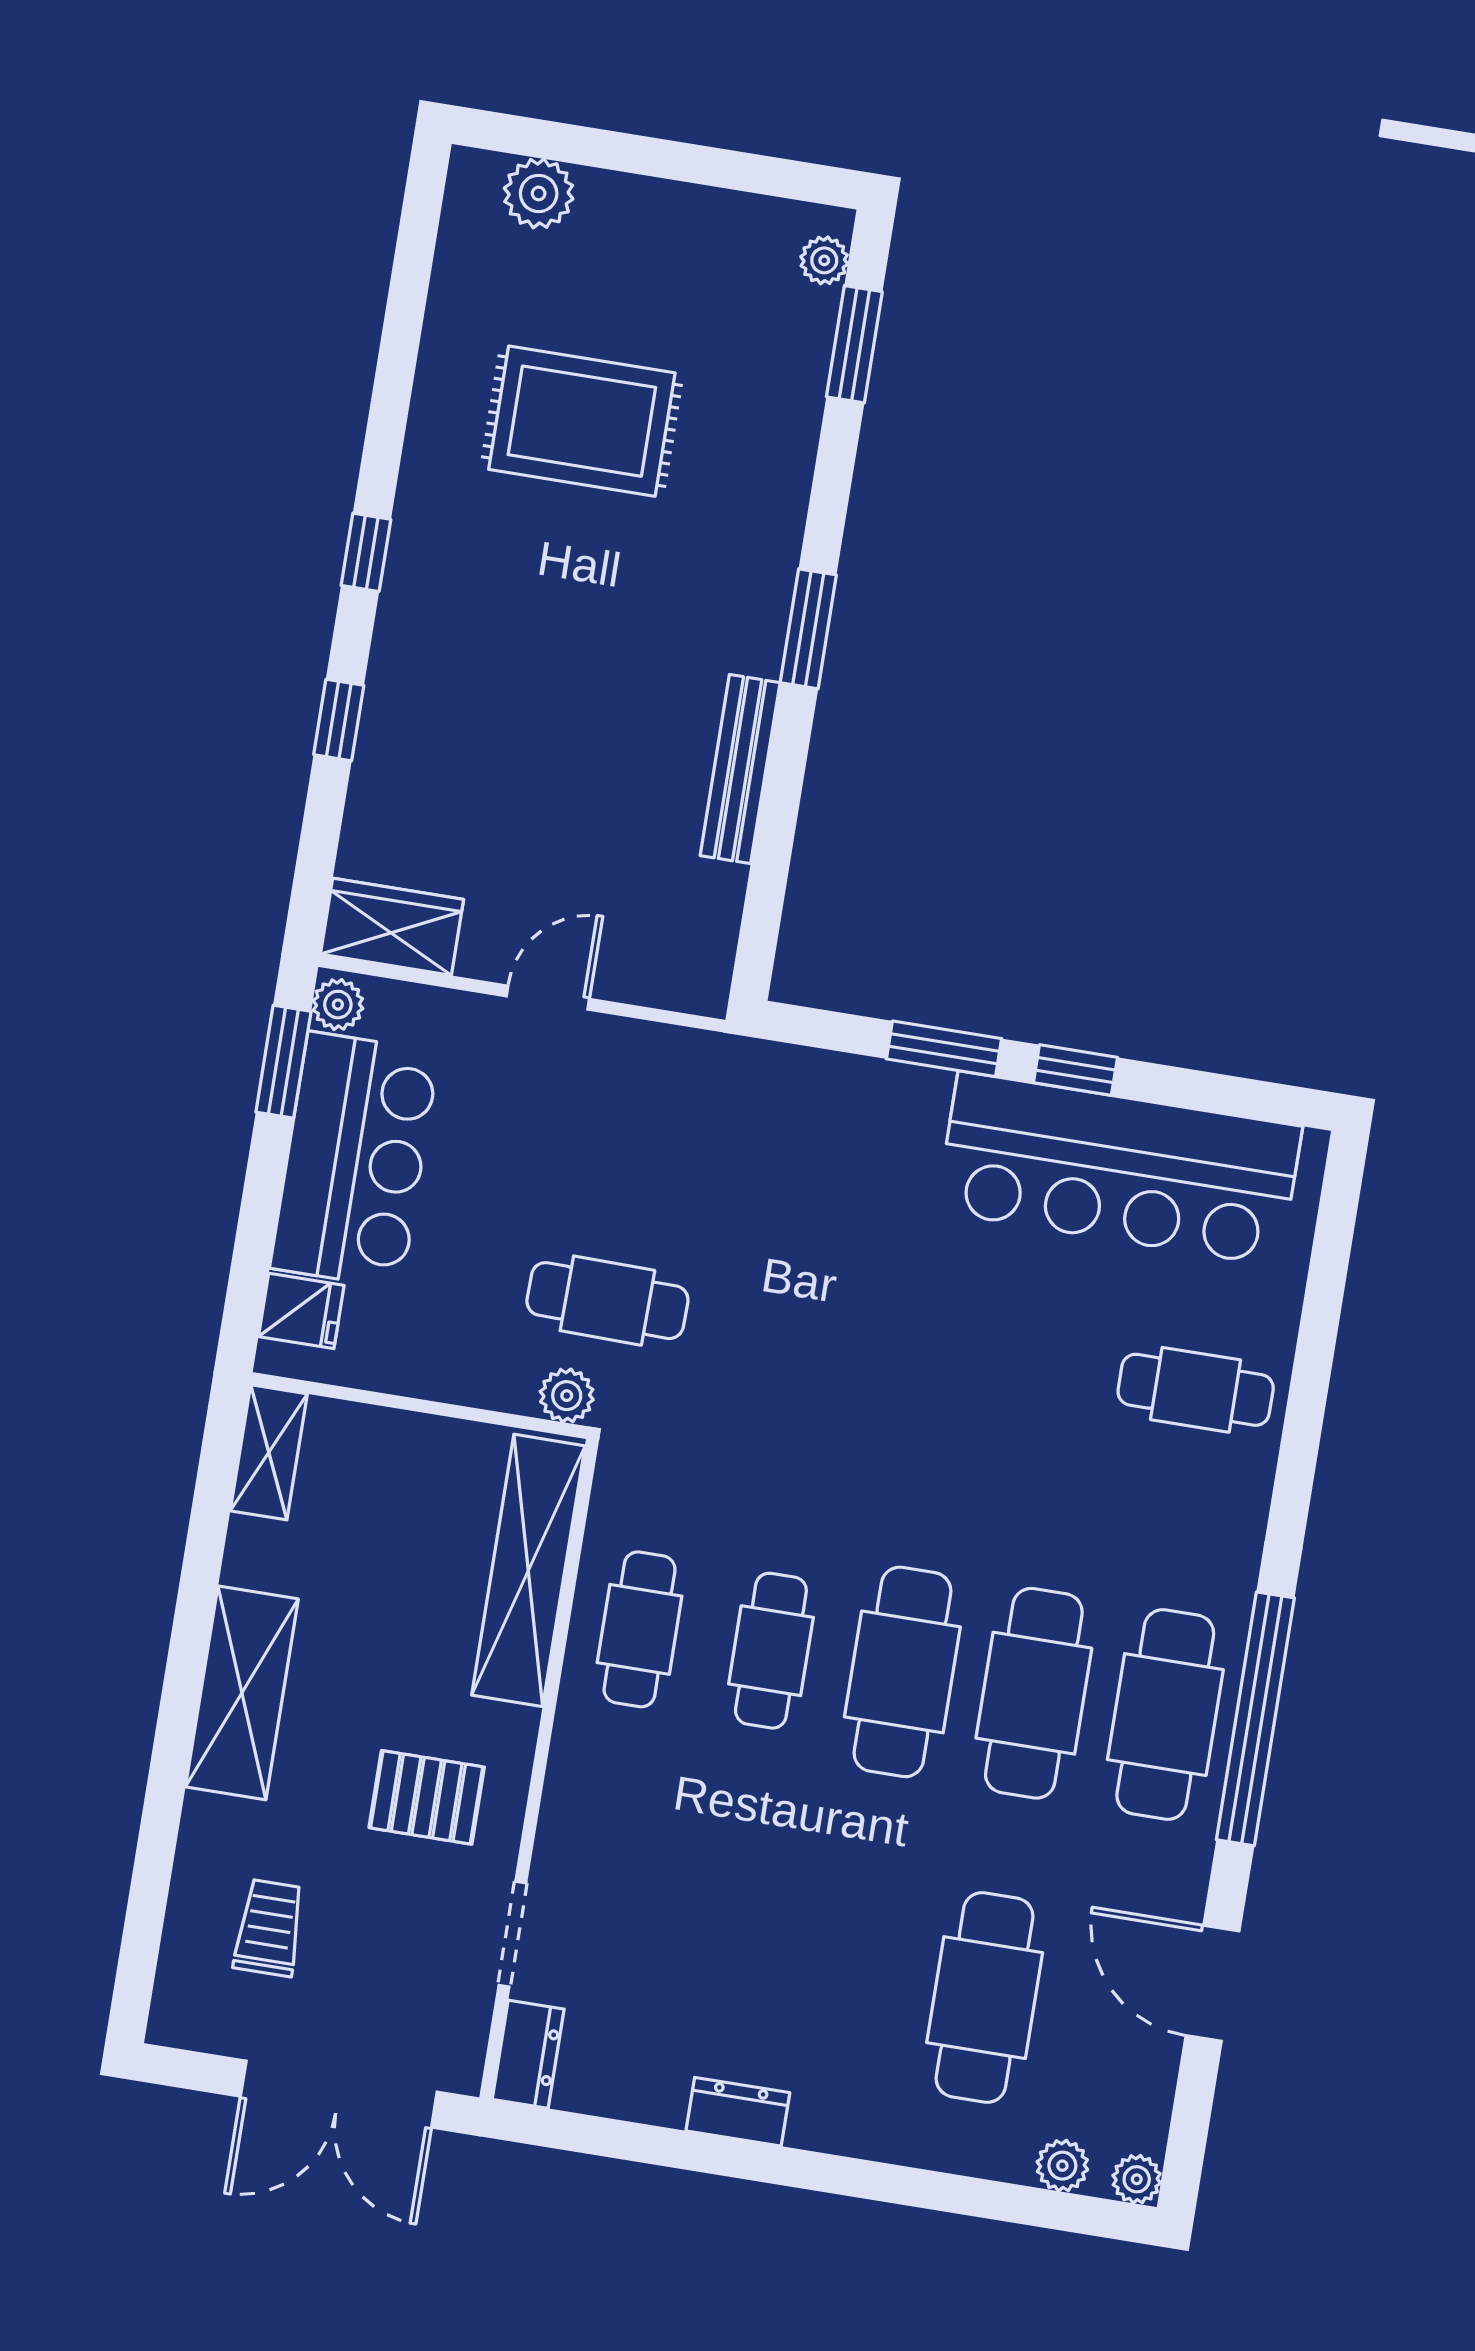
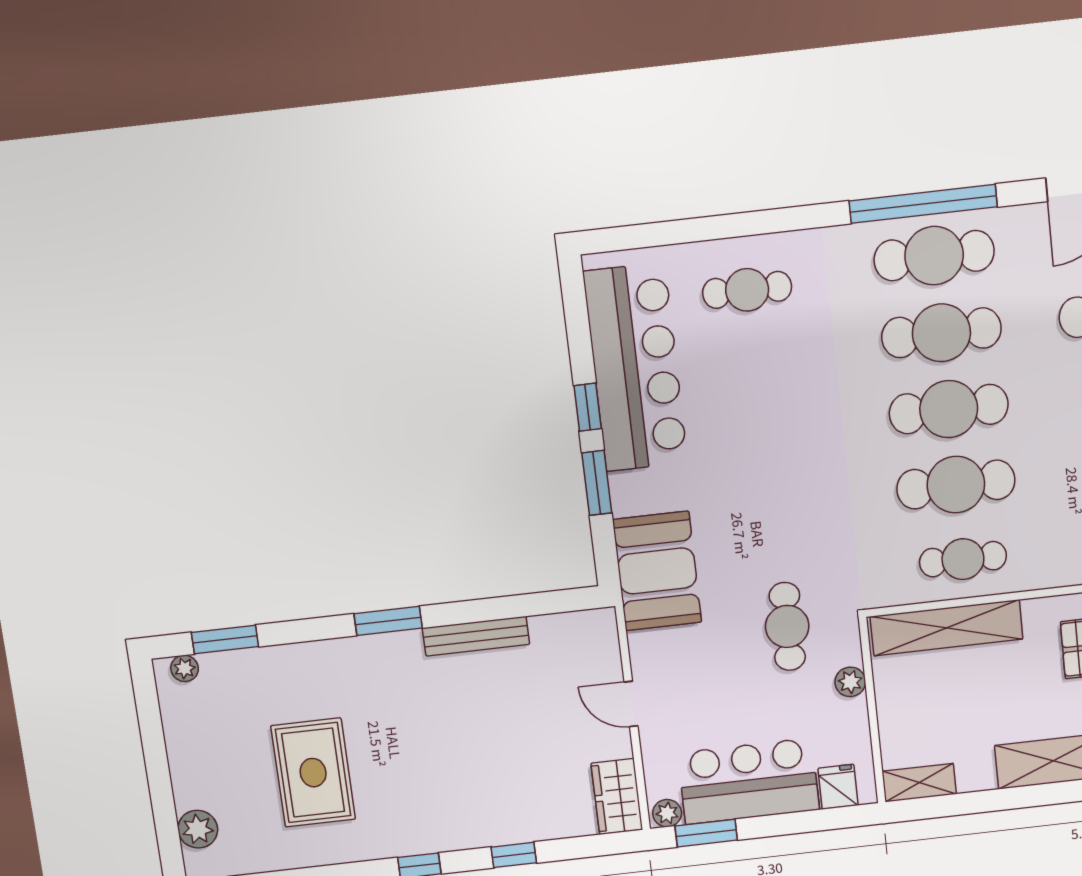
booth: (766, 1107) -> (657, 571), added
cafe table: (1196, 1390) -> (747, 290), turned 90
plant: (567, 1396) -> (850, 682), moved
cafe table: (771, 1651) -> (956, 485), width x1.37, depth x1.35

